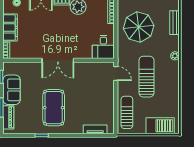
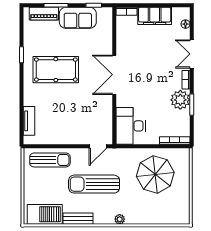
bench: (174, 23) -> (78, 219), moved
desk: (103, 47) -> (131, 126), width x1.37
sun lounger: (146, 77) -> (94, 184), turned 180
barbecue: (160, 126) -> (45, 214), moved, turned -90

